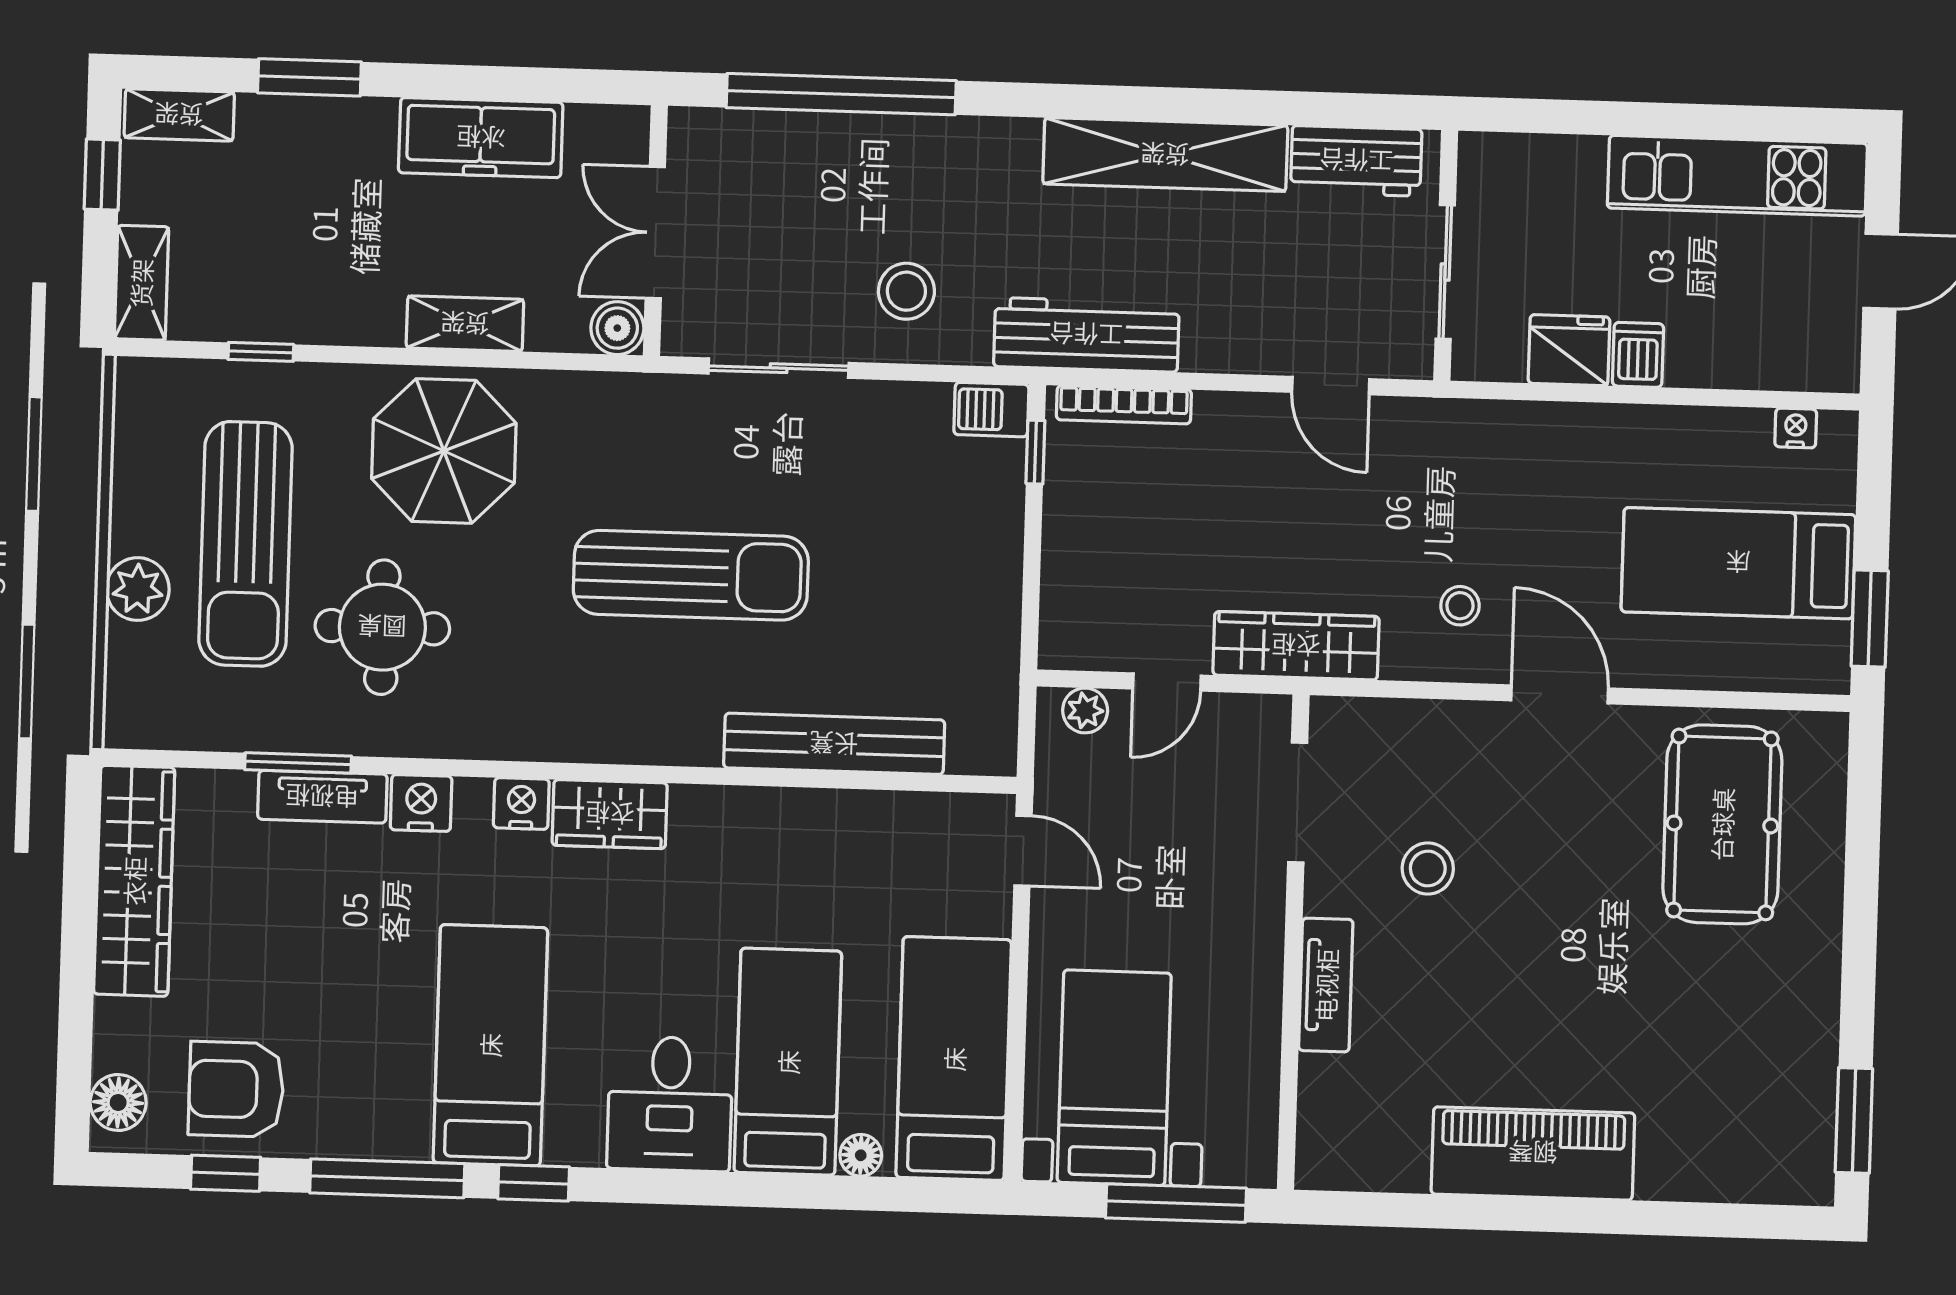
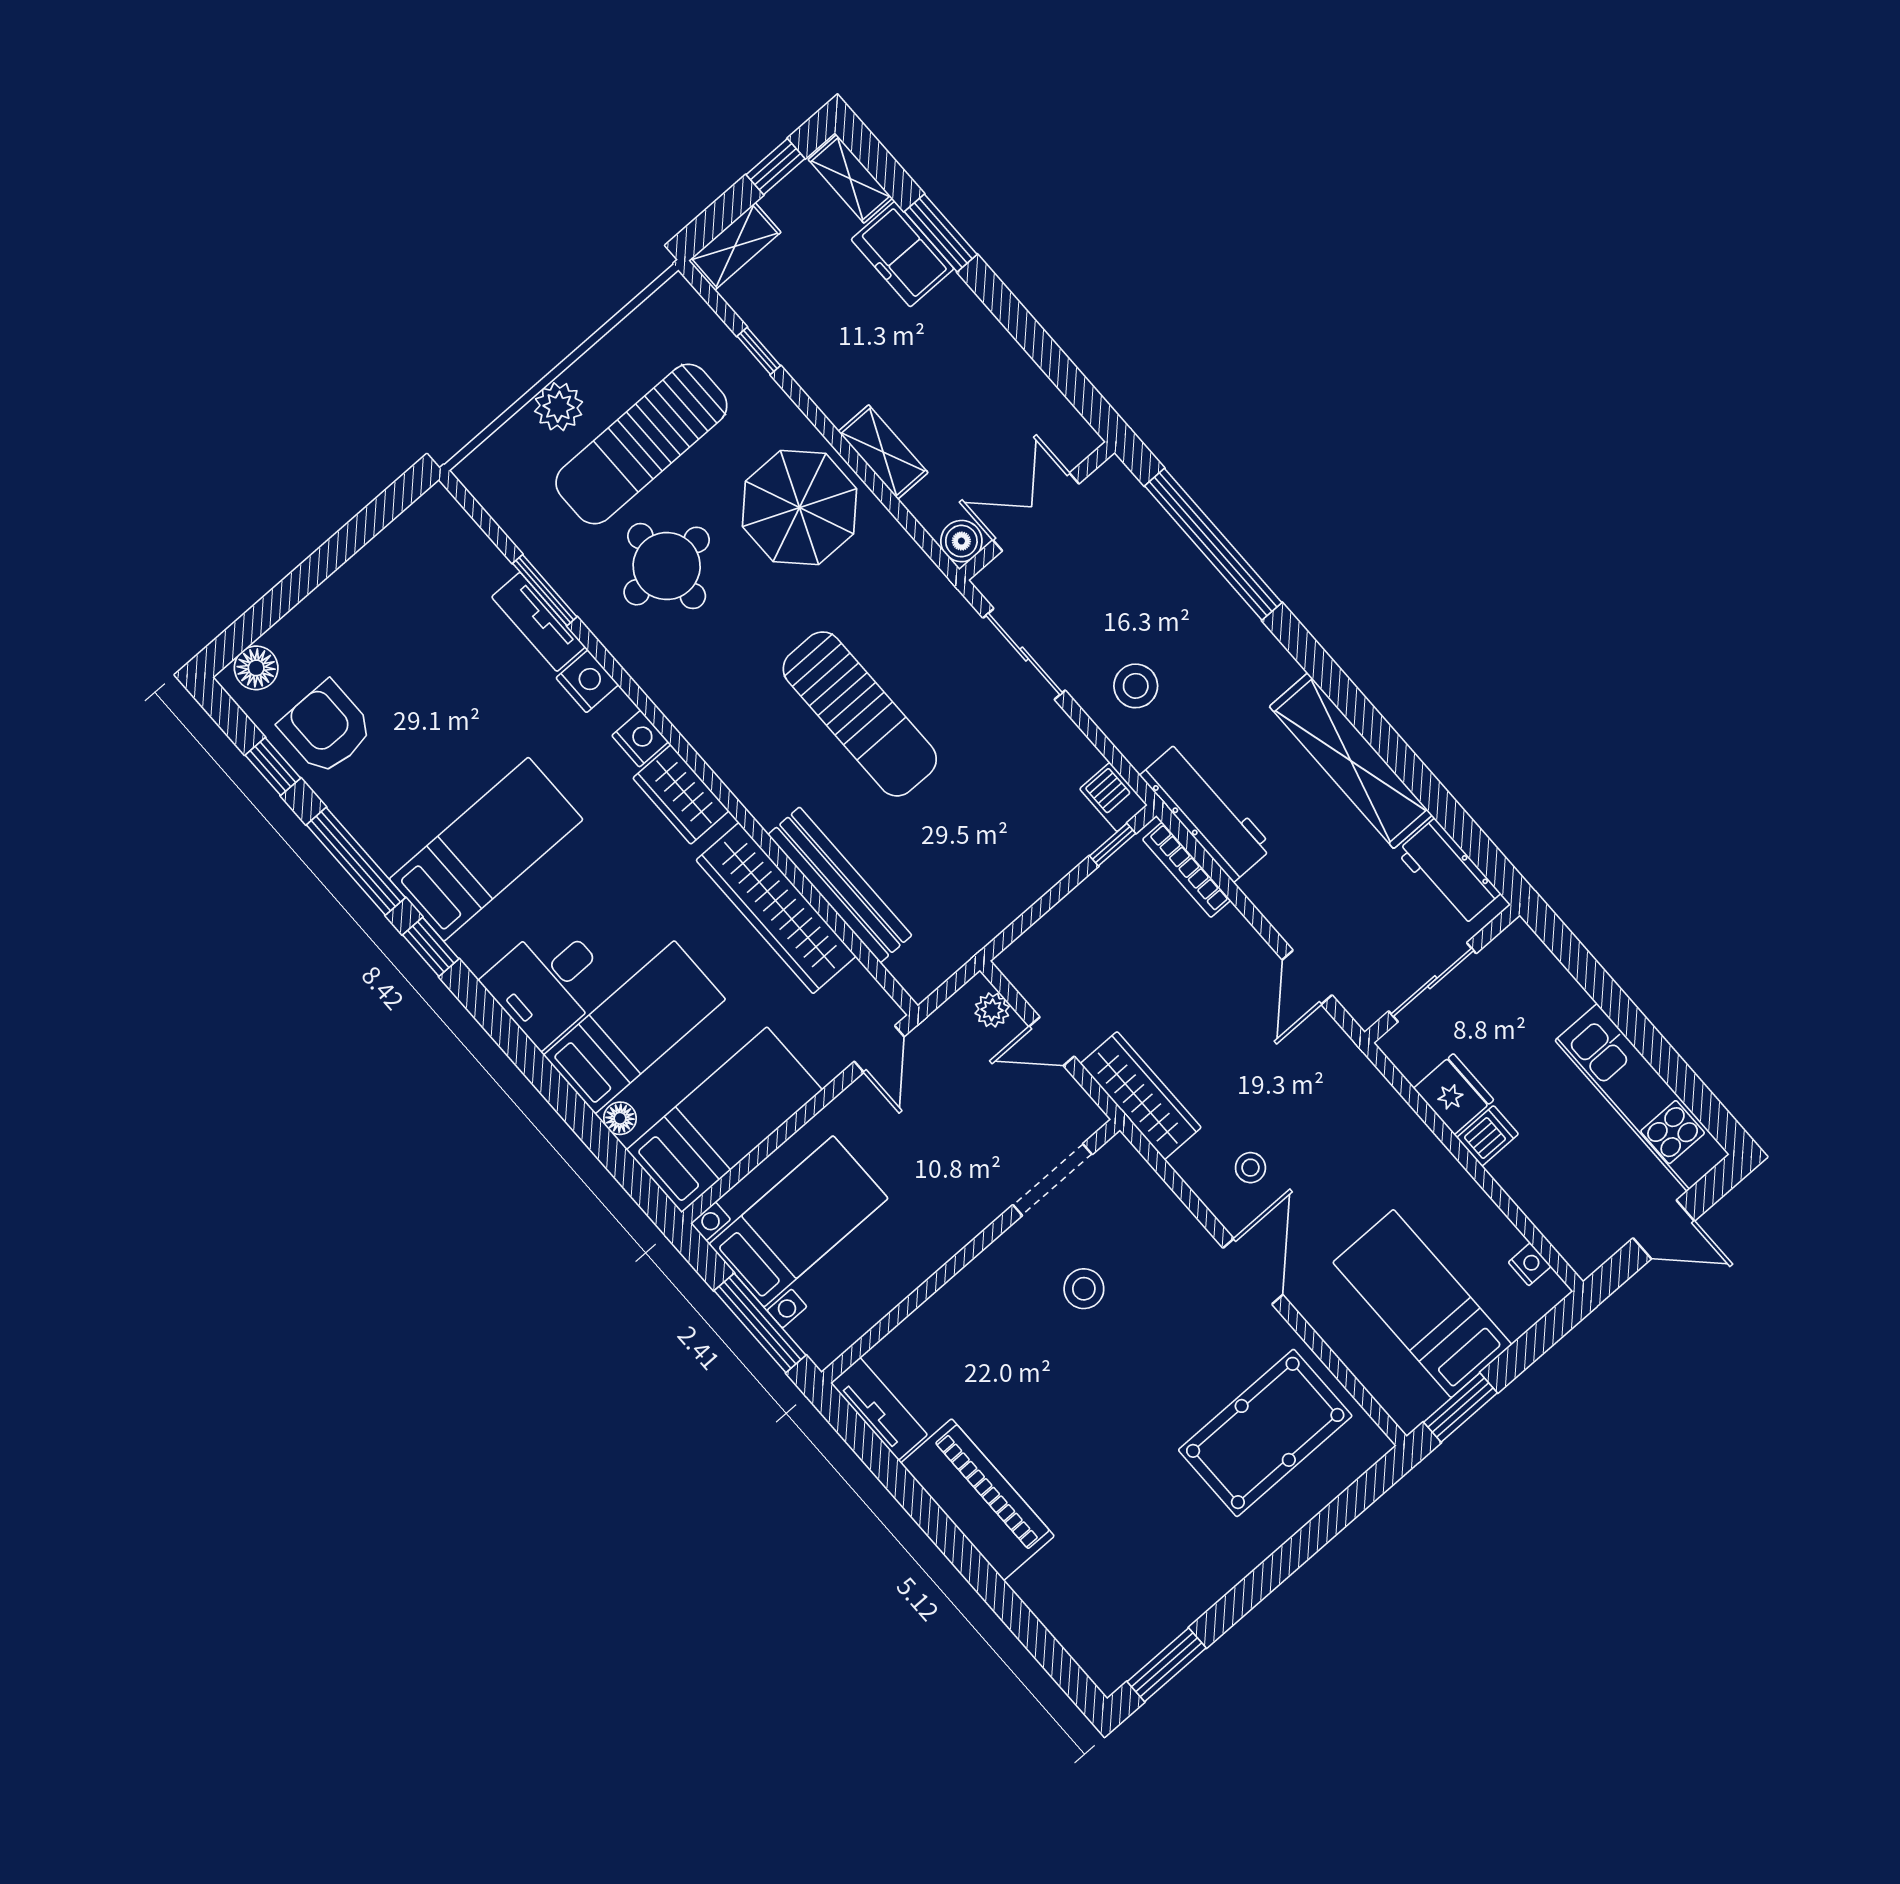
freezer: (481, 138) -> (903, 254), moved, width x0.71
wardrobe: (134, 881) -> (776, 908), moved, turned 90
tv unit: (1326, 985) -> (879, 1409), moved, turned -90

